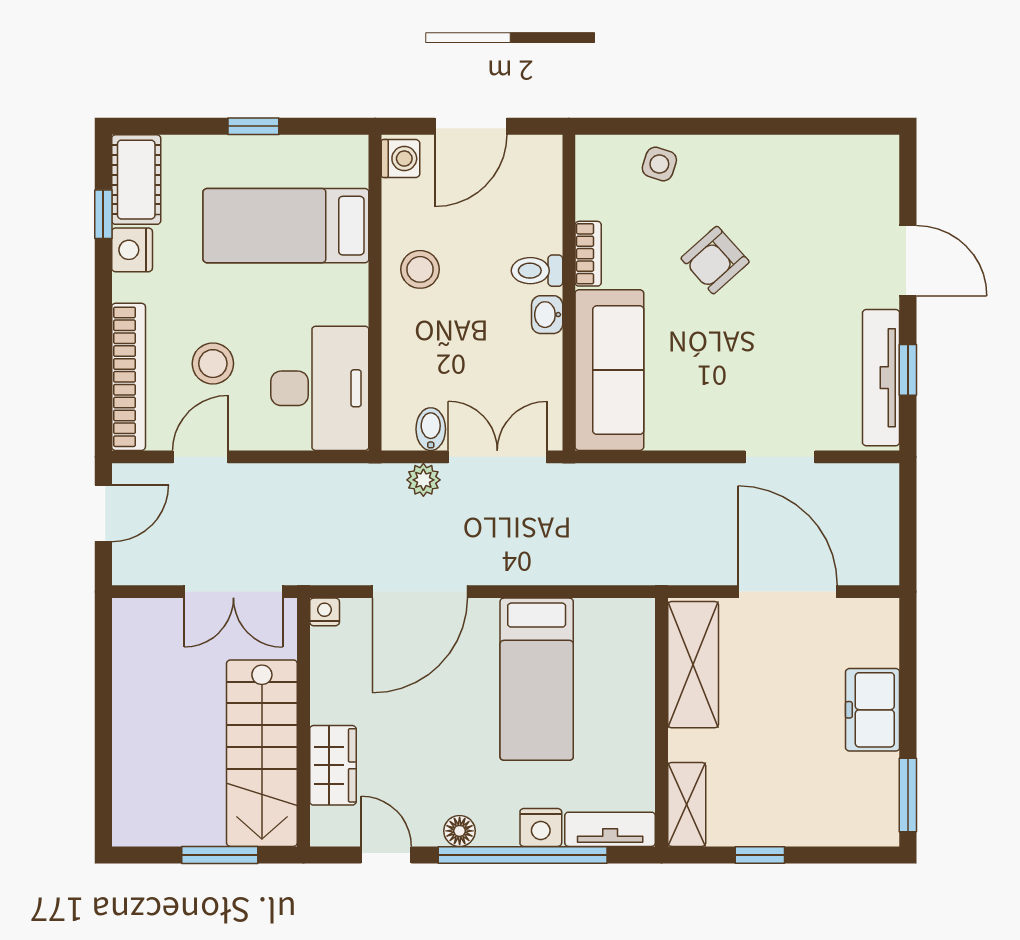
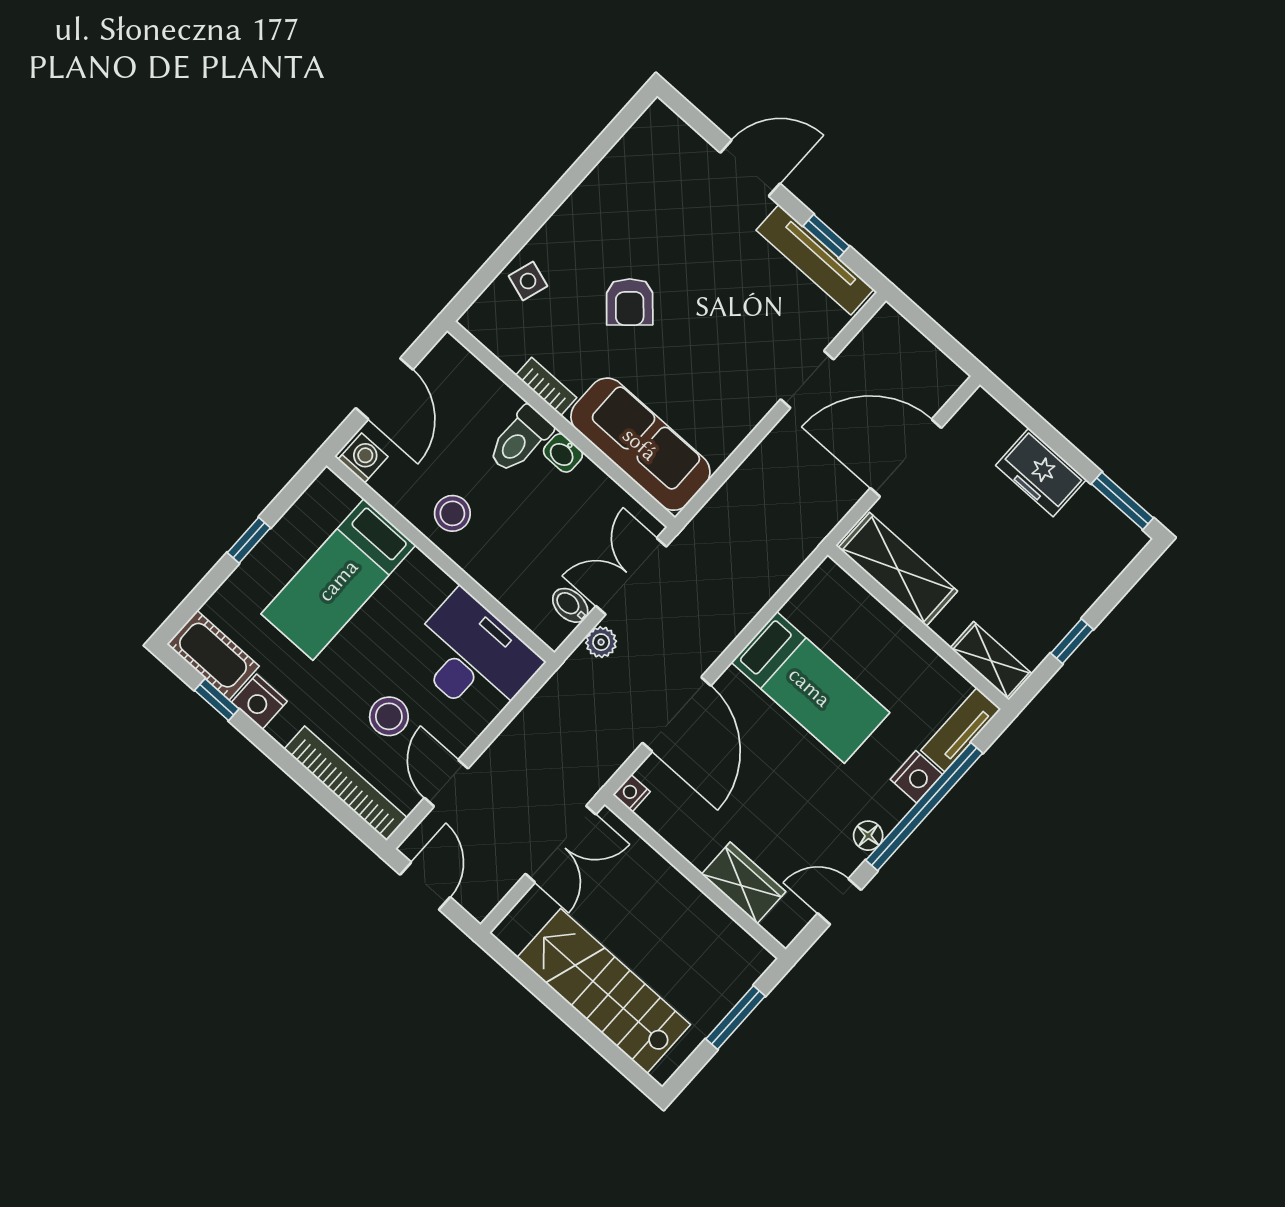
toilet: (537, 271) -> (520, 440), width x1.37, depth x1.39
stairs: (262, 753) -> (604, 991), moved, turned 180

